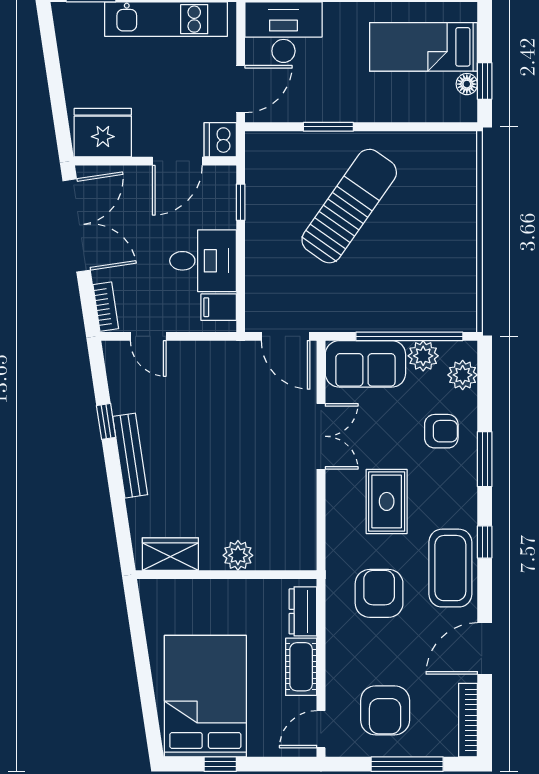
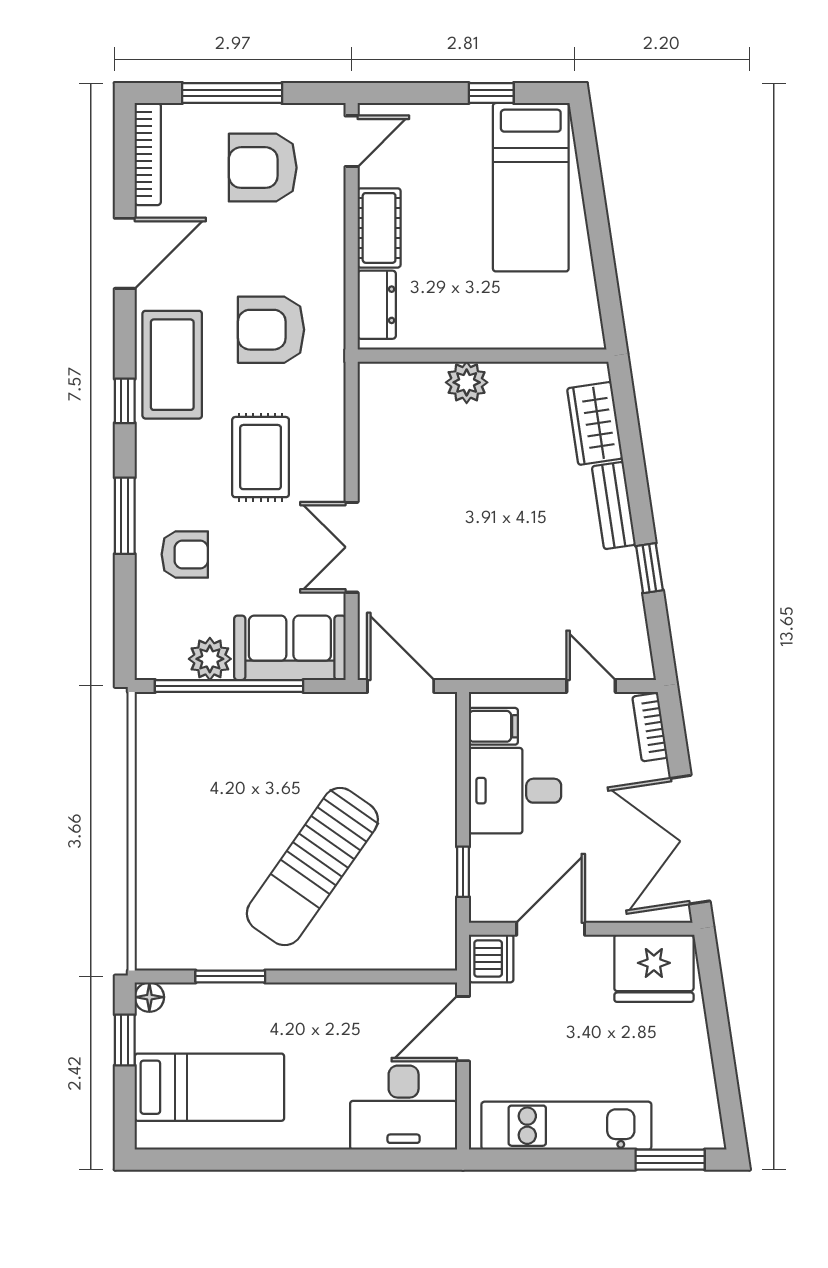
floor lamp: (467, 84) -> (149, 997), moved
window: (328, 127) -> (230, 976), moved
plant: (463, 375) -> (155, 632), removed
armchair: (441, 431) -> (185, 554), turned 180
bench: (130, 456) -> (614, 506), width x0.73
wardrobe: (170, 554) -> (595, 423), moved, turned 81
armchair: (379, 593) -> (271, 330), turned 90
bed: (205, 696) -> (531, 187), width x0.67
armchair: (385, 710) -> (263, 168), turned -90

